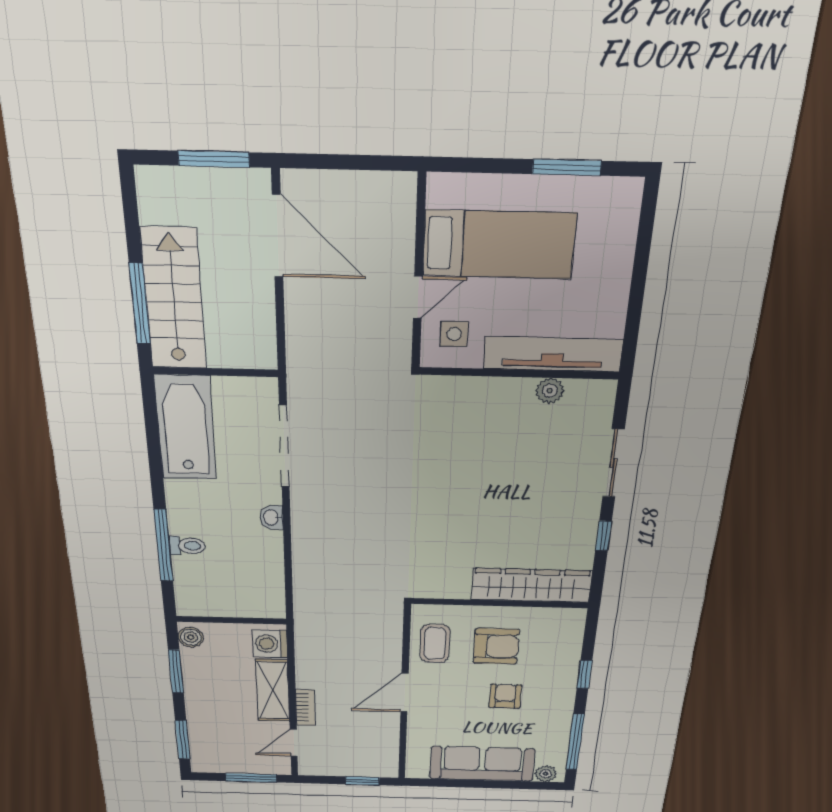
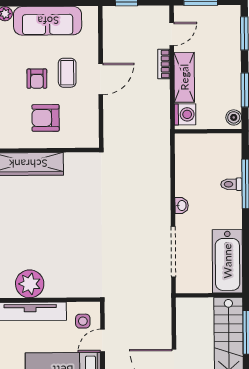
plant: (550, 391) -> (30, 284), width x1.88, depth x1.88
coffee table: (435, 643) -> (67, 73), moved

